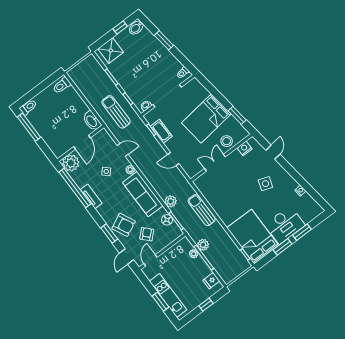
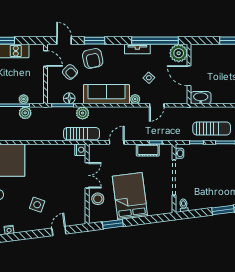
sun lounger: (116, 112) -> (212, 128), moved
nightstand: (245, 148) -> (80, 150), moved
door: (273, 152) -> (59, 231), swing flipped
sun lounger: (202, 210) -> (82, 134), moved
armchair: (124, 225) -> (93, 58), turned -76

